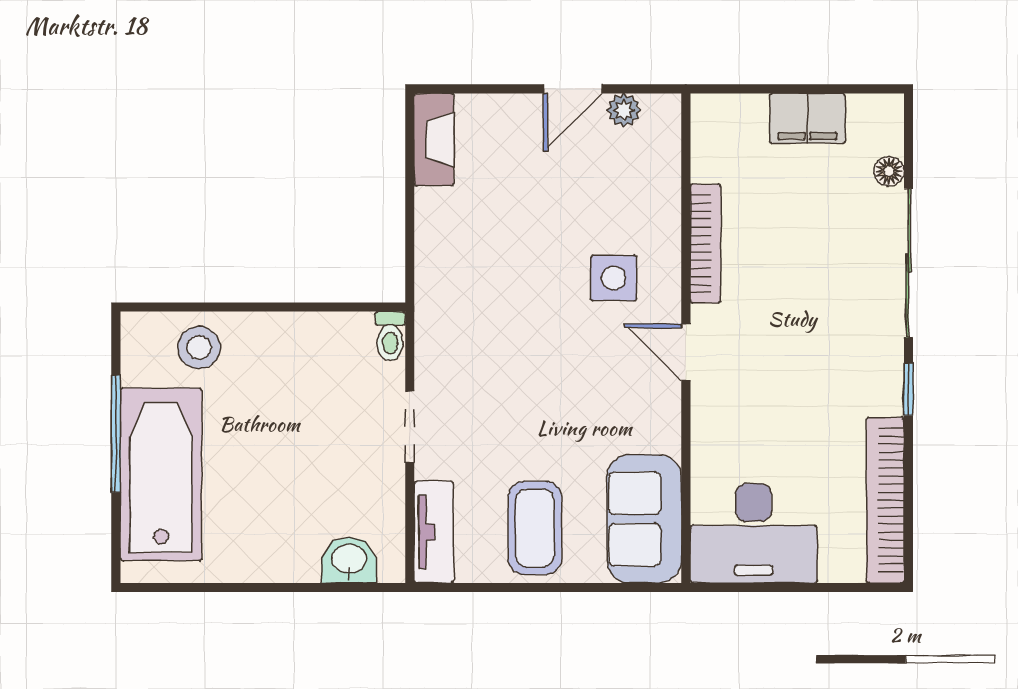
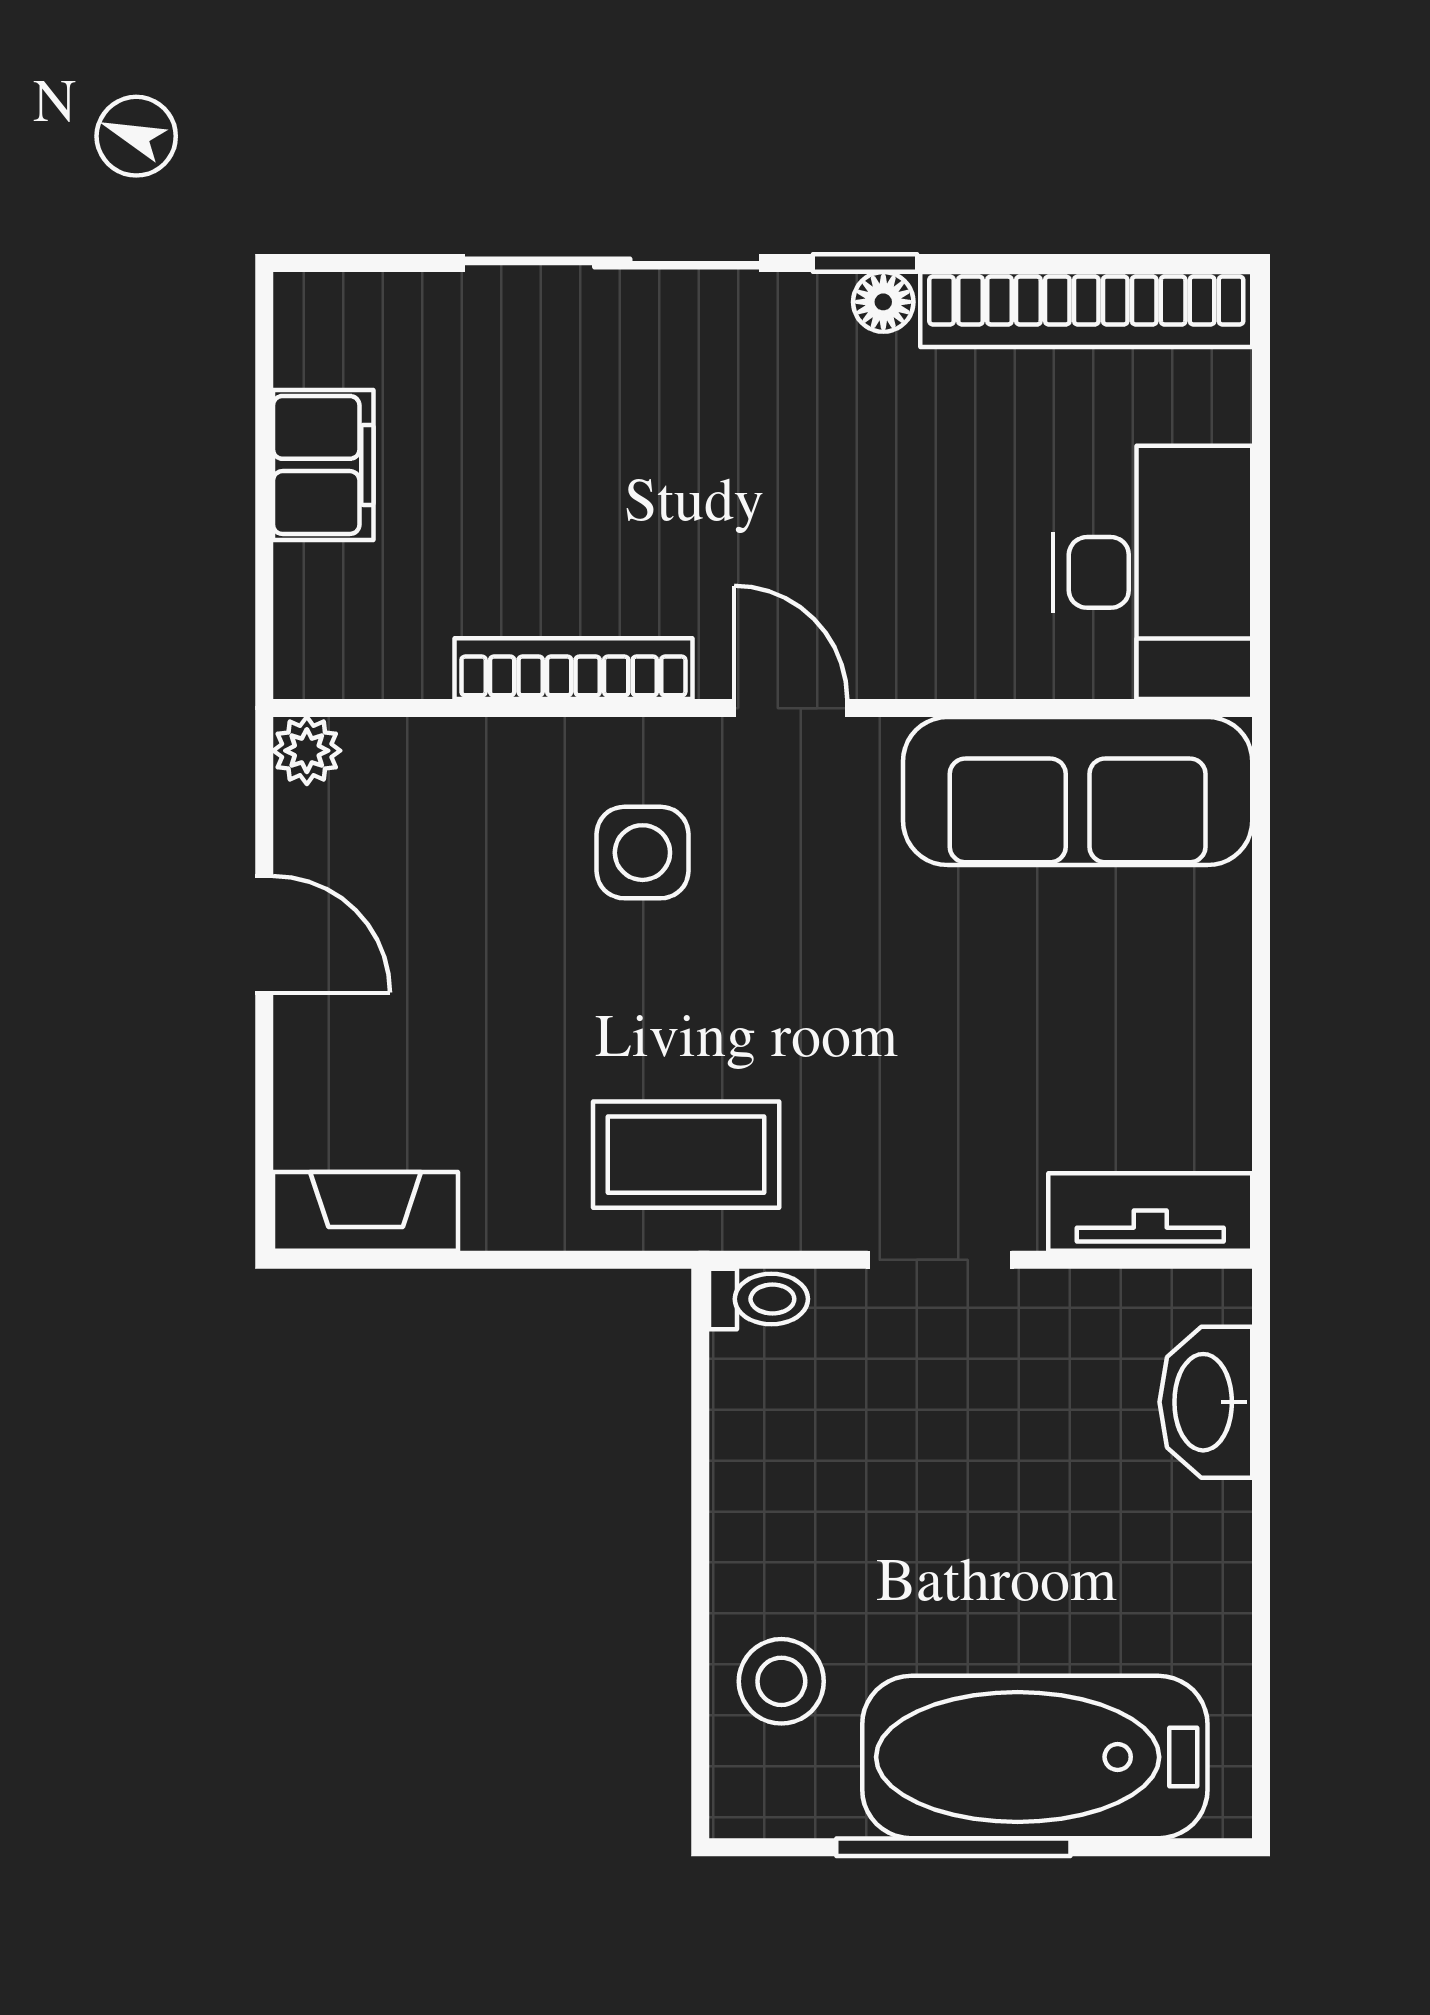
plant: (624, 110) -> (307, 751), moved
floor lamp: (889, 171) -> (883, 302), moved
door: (686, 352) -> (791, 708), swing flipped
sofa: (644, 519) -> (1078, 791), width x1.36
coffee table: (535, 528) -> (686, 1155), moved
washbasin: (349, 560) -> (1206, 1402), width x1.38

